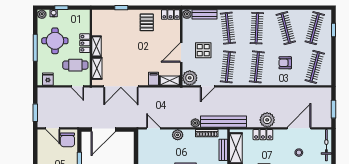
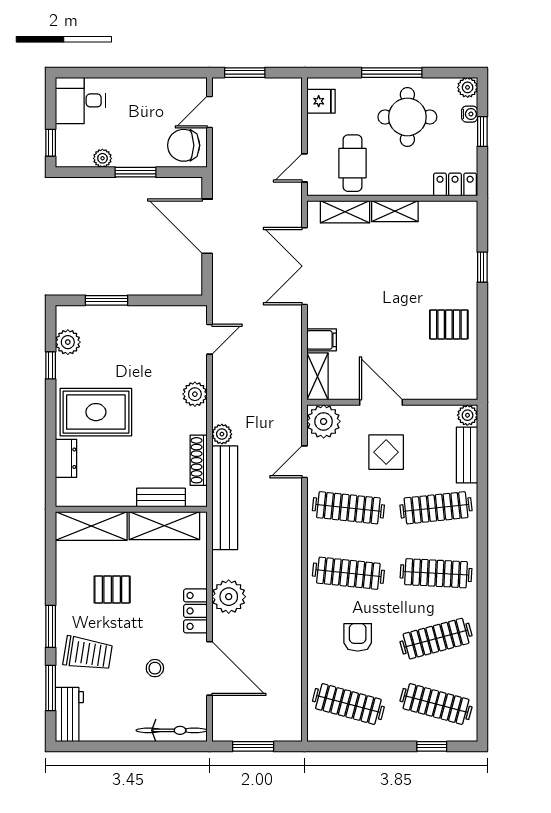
locker: (171, 15) -> (467, 378), removed
locker: (85, 43) -> (455, 185), moved
door: (207, 86) -> (304, 462), hinge flipped
locker: (263, 135) -> (195, 611), moved

